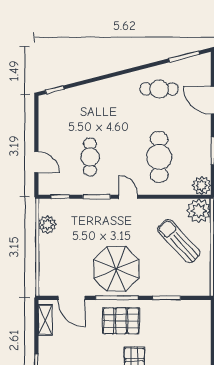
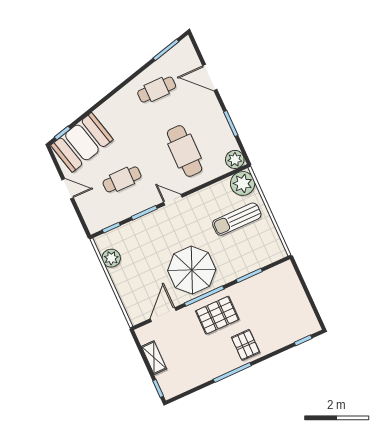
booth: (69, 106) -> (82, 142), added
cafe table: (90, 157) -> (122, 179), turned 90
door: (36, 162) -> (68, 189), moved
sun lounger: (179, 241) -> (237, 219), turned -47
door: (71, 298) -> (163, 315), swing flipped
shelving: (45, 320) -> (154, 358), moved

